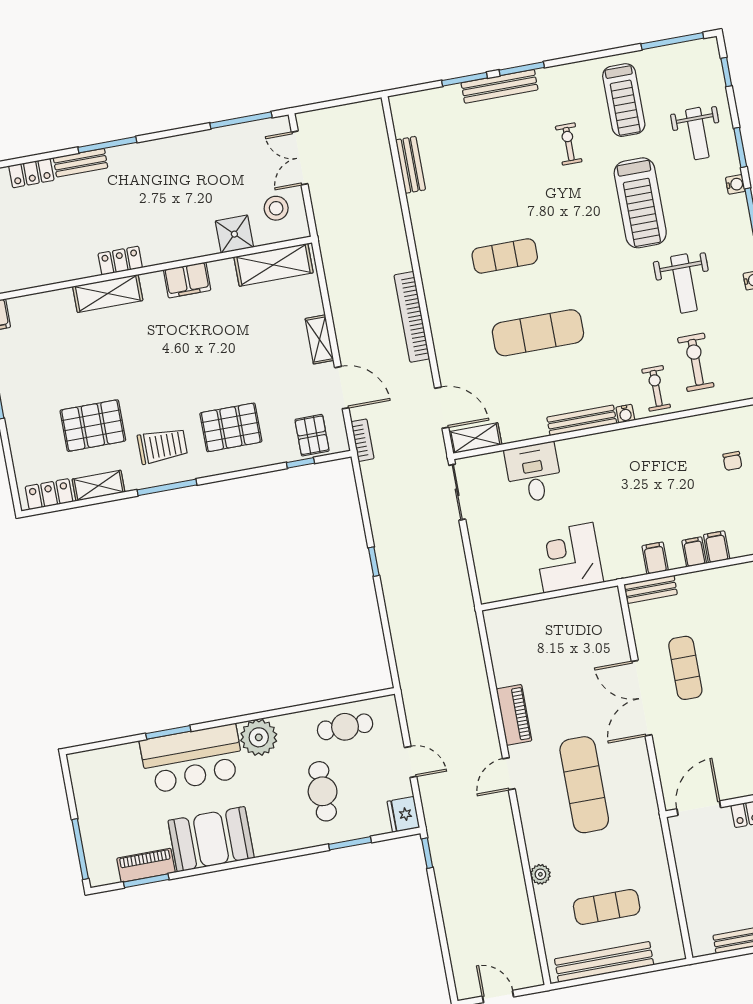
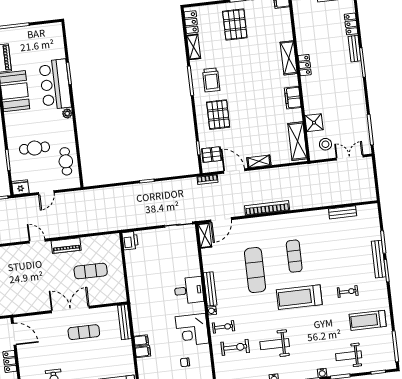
treadmill: (640, 203) -> (299, 297), moved
door: (342, 388) -> (234, 171), swing flipped
pallet: (93, 426) -> (235, 25), moved
desk: (534, 473) -> (189, 290), moved
corner desk: (568, 558) -> (192, 330), moved, turned 180
filing cabinet: (655, 558) -> (139, 321), removed
printer: (495, 587) -> (130, 241), added
bench: (651, 589) -> (125, 322), width x1.36
plant: (259, 737) -> (67, 113), width x0.53, depth x0.53
exercise mat: (584, 785) -> (91, 271), moved, width x0.73, depth x0.69

